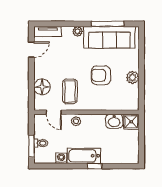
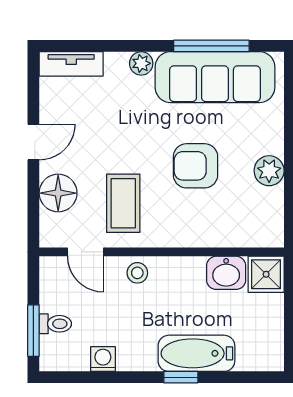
door: (31, 50) -> (33, 142), moved
bathtub: (84, 156) -> (196, 353), moved

